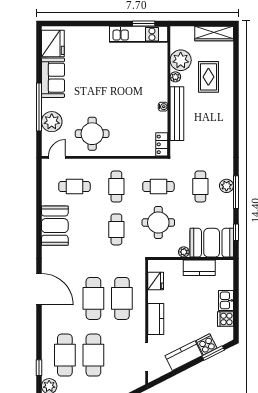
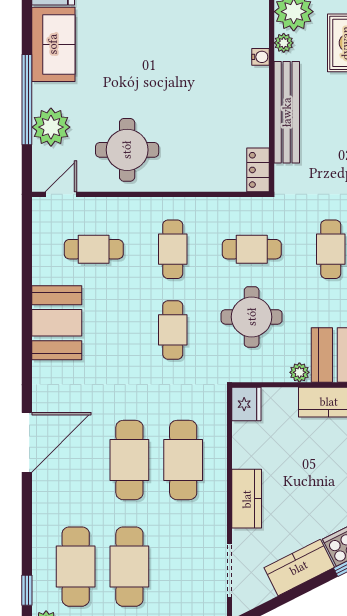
water cooler: (163, 107) -> (260, 57), moved
fridge: (156, 281) -> (246, 404), moved
door: (39, 289) -> (27, 442), hinge flipped

